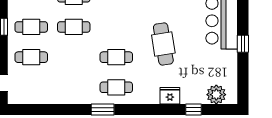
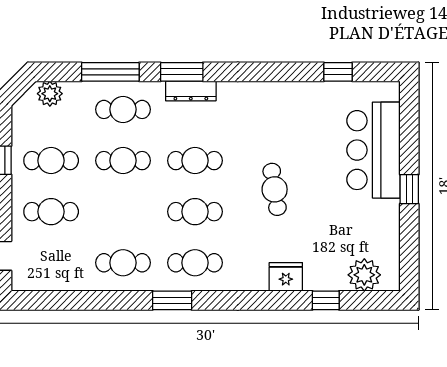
cafe table: (116, 27) -> (195, 161), added
cafe table: (163, 44) -> (275, 189), width x0.73, depth x0.74
cafe table: (74, 87) -> (123, 263), added

